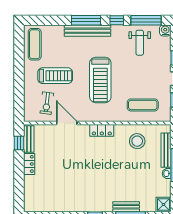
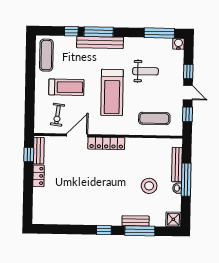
window: (117, 20) -> (71, 31), moved
weight bench: (140, 43) -> (146, 71), moved, turned -90
door: (67, 123) -> (77, 135), hinge flipped
locker: (102, 130) -> (106, 143), width x1.53
stool: (137, 141) -> (149, 186), moved

